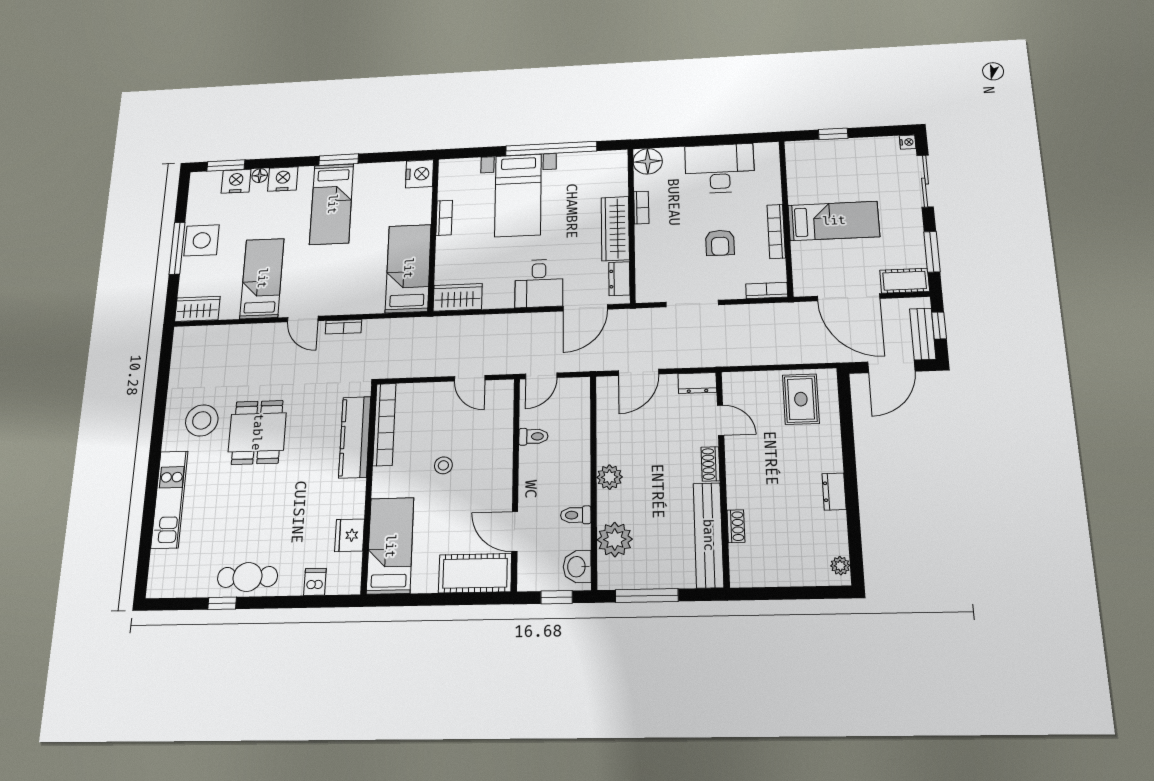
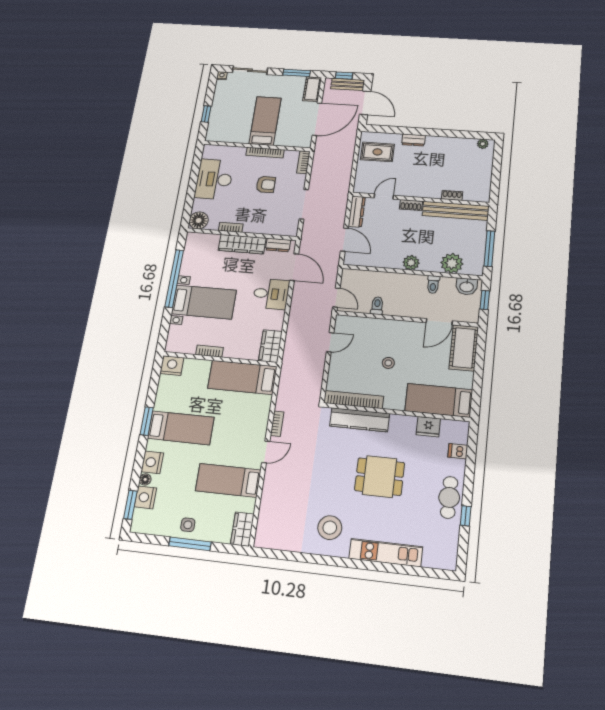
side table: (202, 240) -> (188, 525), width x0.54, depth x0.54
dresser: (697, 383) -> (357, 212), width x1.44
dining table: (257, 432) -> (380, 477), moved
dresser: (834, 492) -> (413, 140), moved

